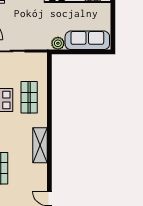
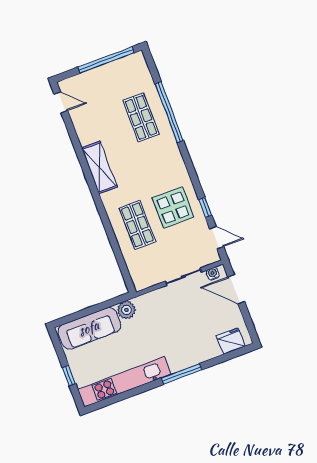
window: (113, 14) -> (69, 376), added

